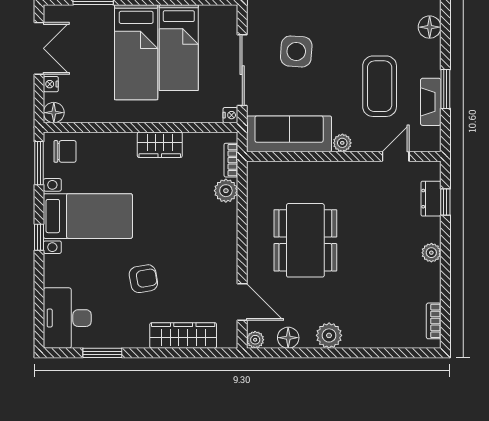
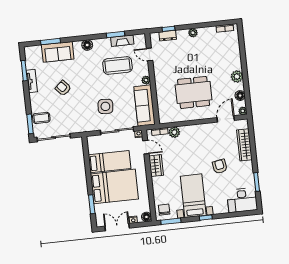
bed: (136, 52) -> (114, 186), width x1.50
door: (201, 127) -> (146, 147), added

